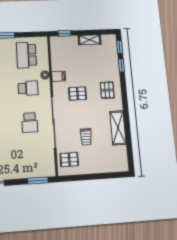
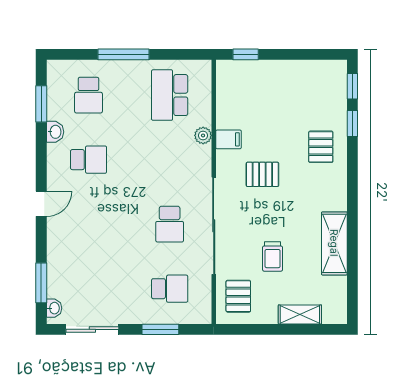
shelving: (90, 40) -> (300, 314), moved
school desk: (28, 88) -> (170, 289), moved
pallet: (107, 90) -> (321, 147), moved
pallet: (69, 160) -> (238, 296), turned 90
window: (38, 180) -> (160, 329), moved

